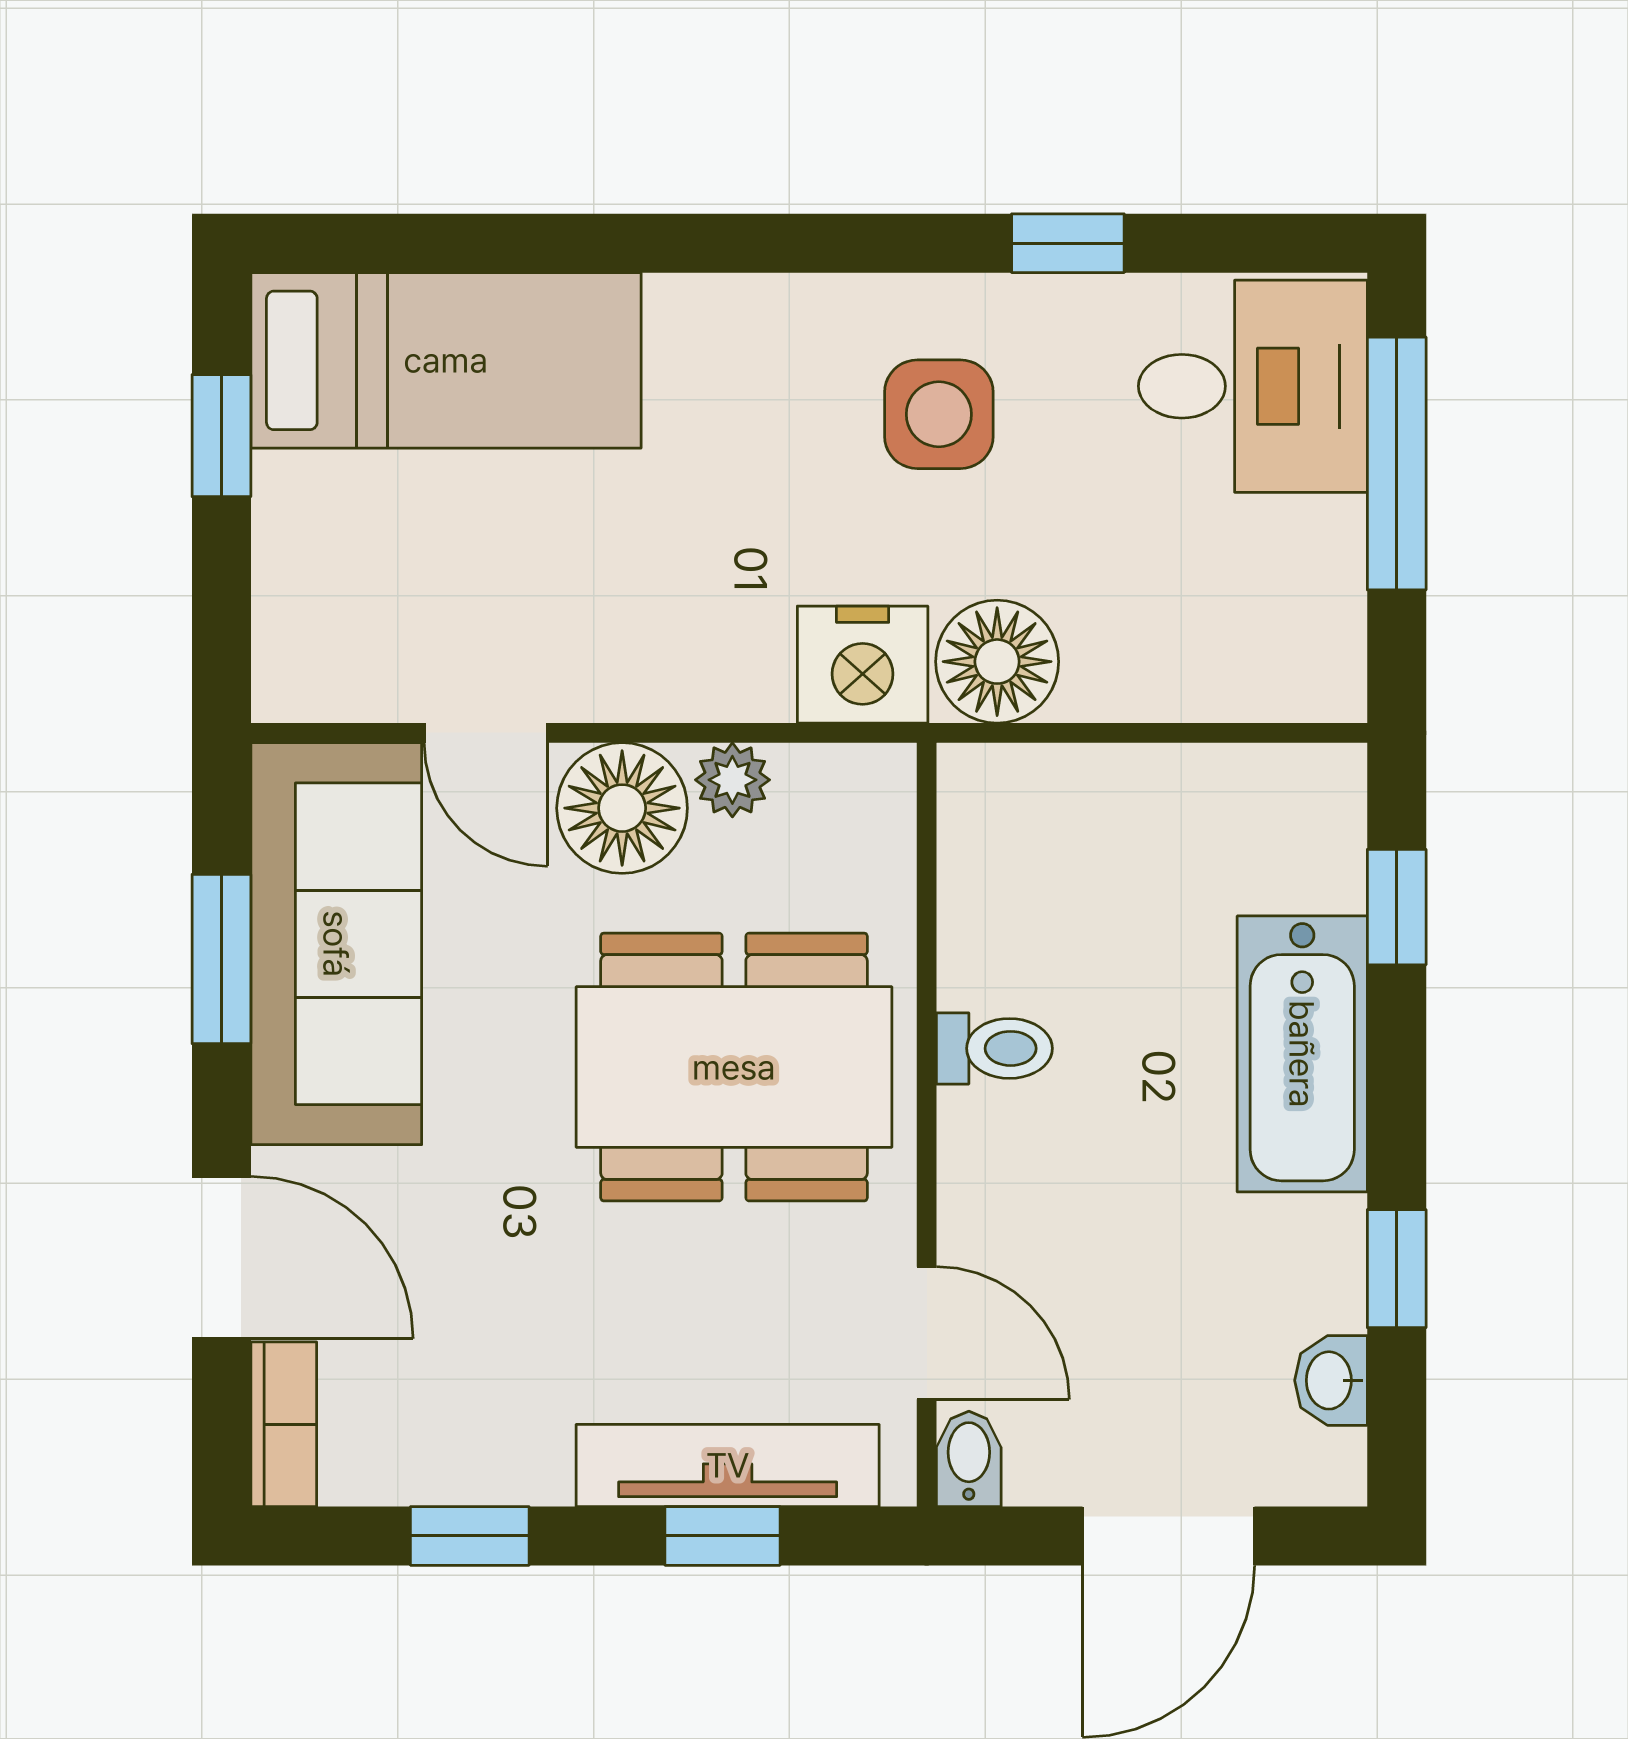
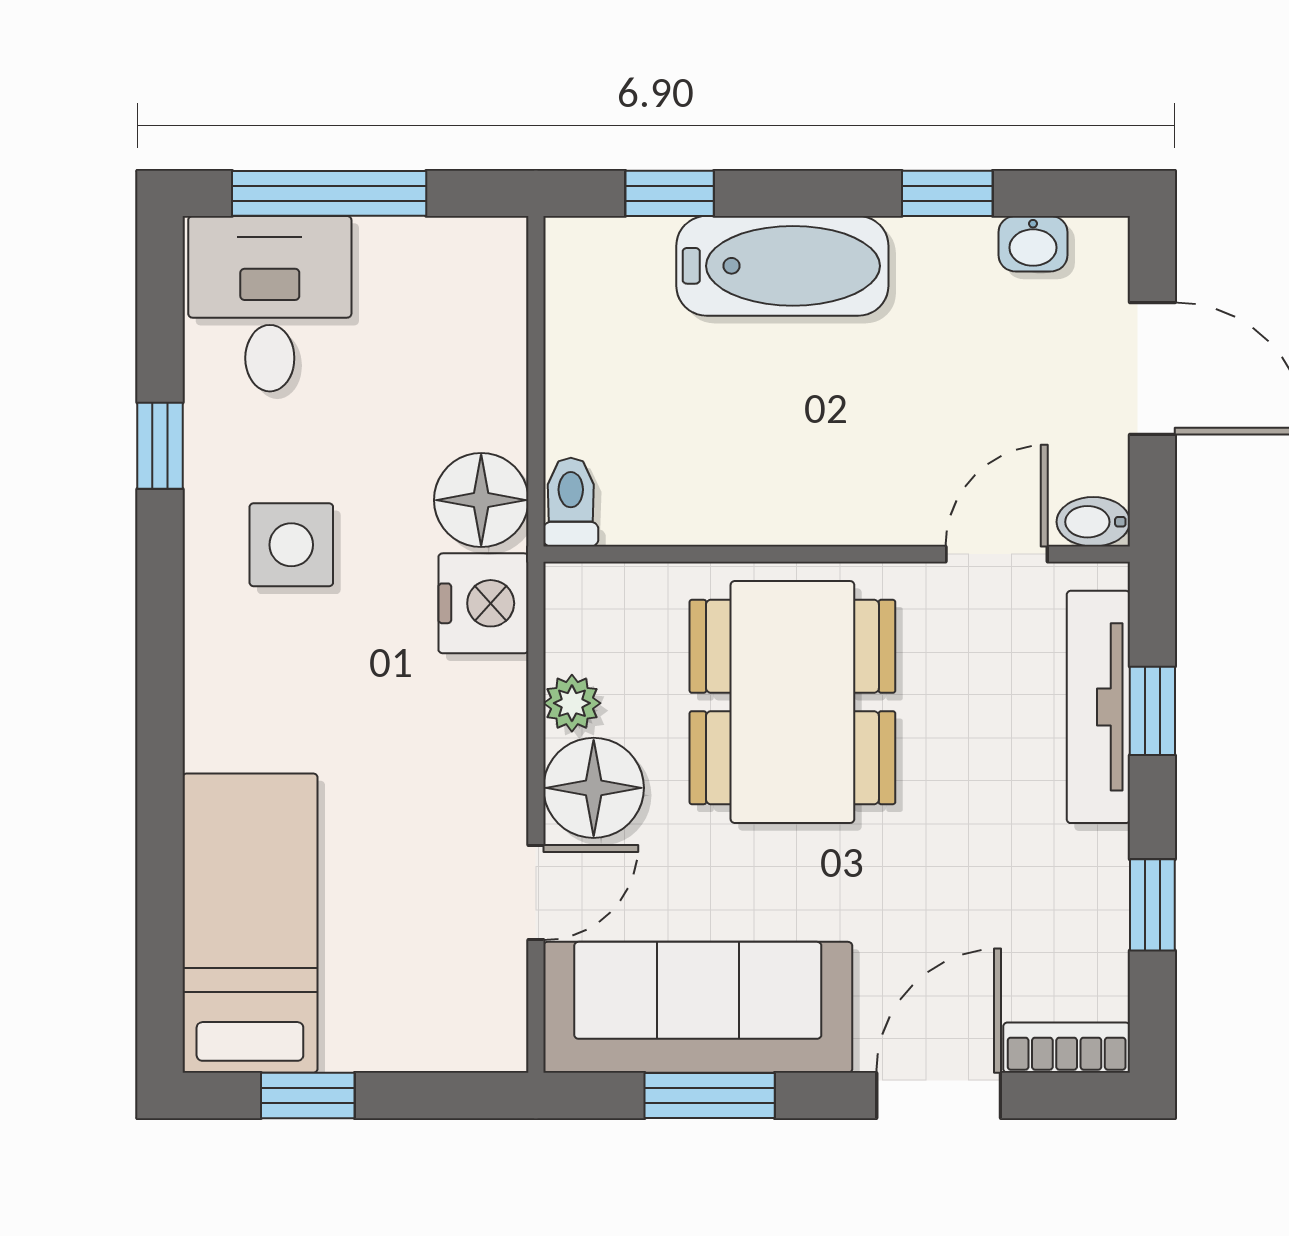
toilet: (994, 1048) -> (571, 502), moved

